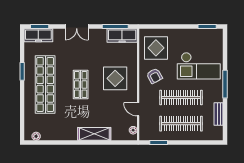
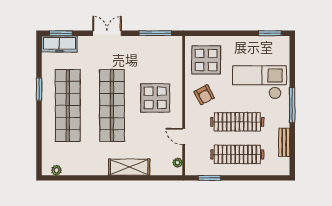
double door: (77, 27) -> (107, 33), swing flipped
freezer: (122, 36) -> (164, 44), removed
checkout: (199, 66) -> (259, 82), turned 180
shop shelf: (81, 84) -> (112, 106), width x2.00, depth x1.36

